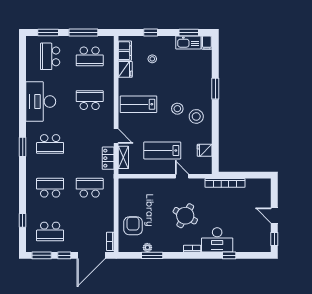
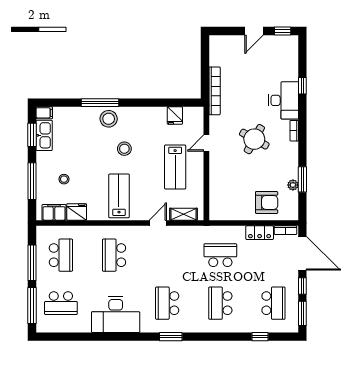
window: (48, 33) -> (32, 306), width x1.44
window: (151, 33) -> (32, 181), width x2.17
window: (215, 89) -> (100, 103), width x1.44
lab bench: (138, 104) -> (119, 196), turned 180
stool: (196, 116) -> (109, 119), moved
school desk: (50, 144) -> (167, 303), turned 180
locker: (108, 158) -> (260, 233), moved
school desk: (90, 188) -> (220, 255), turned 90
armchair: (133, 226) -> (267, 202), turned 180

